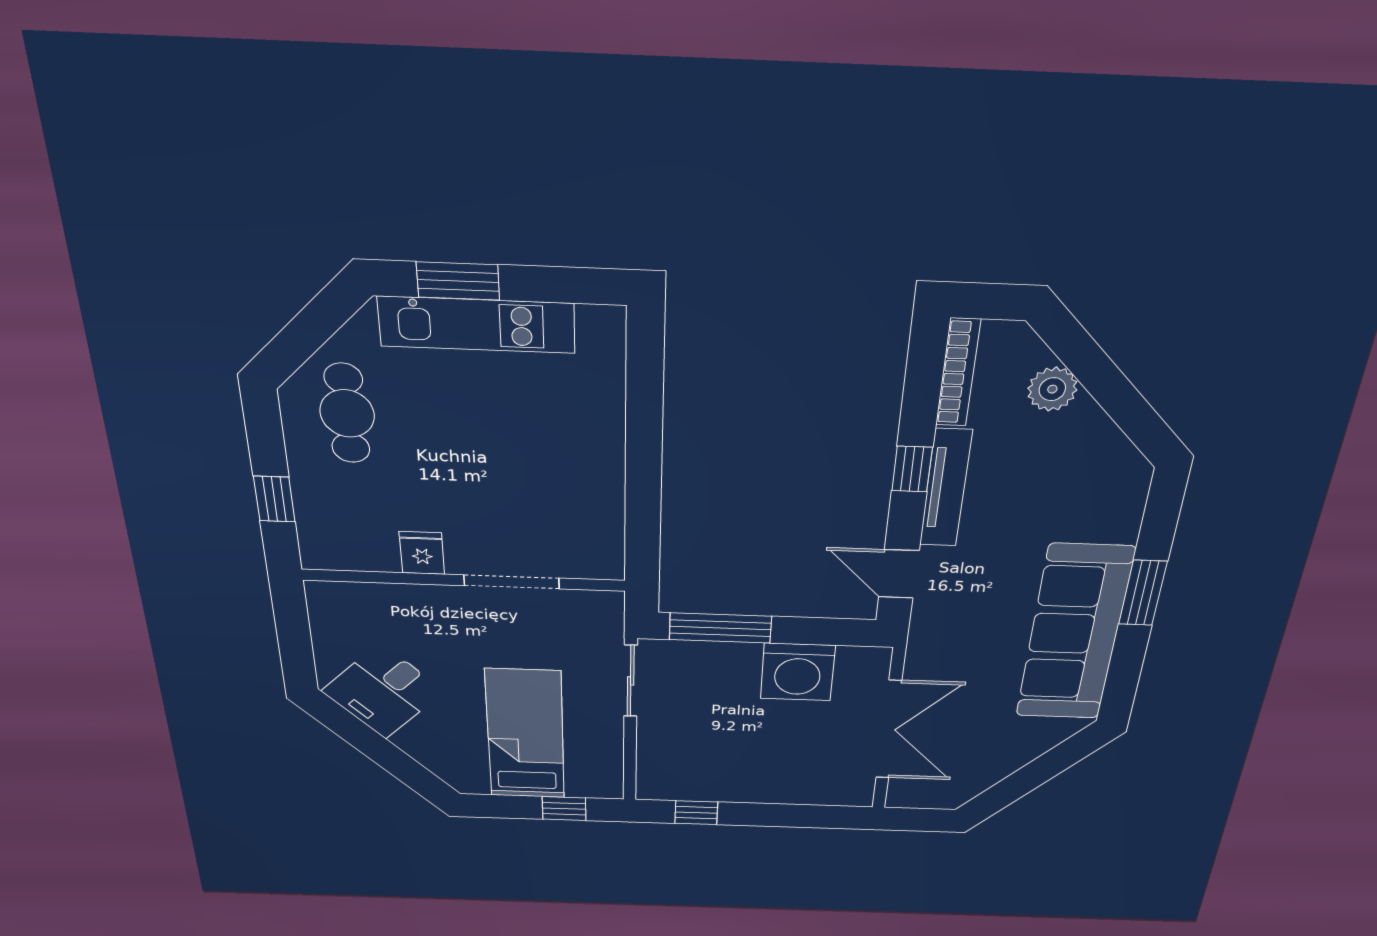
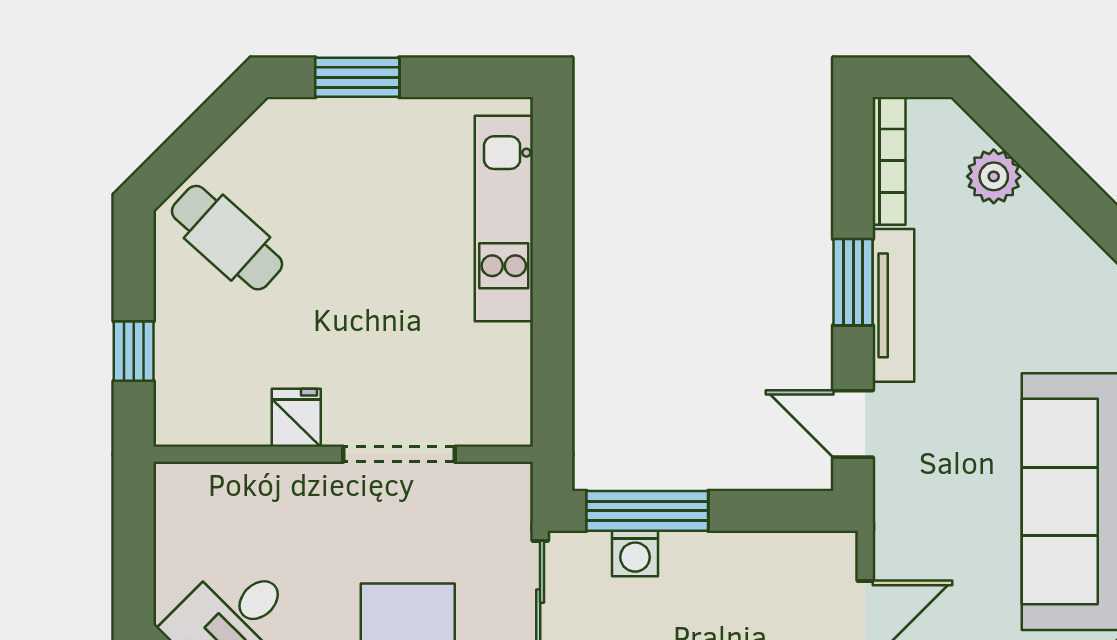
kitchen unit: (477, 325) -> (504, 218), moved, turned 90
cafe table: (347, 413) -> (227, 238), turned -48
window: (912, 469) -> (853, 282), width x1.50
washing machine: (798, 672) -> (635, 553), moved, width x0.53, depth x0.53

